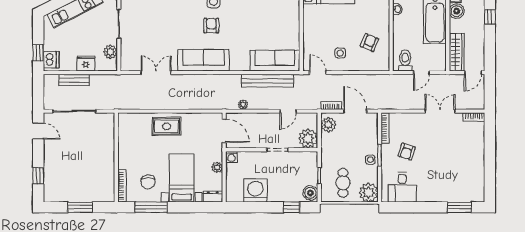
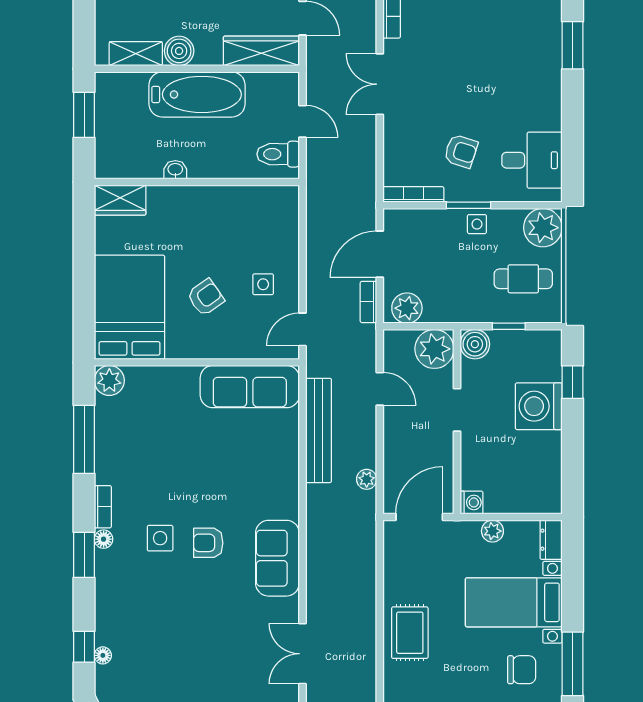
armchair: (370, 43) -> (206, 297), moved, turned 122
sofa: (204, 60) -> (277, 558), width x0.73
sofa: (275, 61) -> (250, 387), moved, turned -90
washing machine: (255, 190) -> (539, 406), moved
boiler: (310, 193) -> (475, 344), moved

